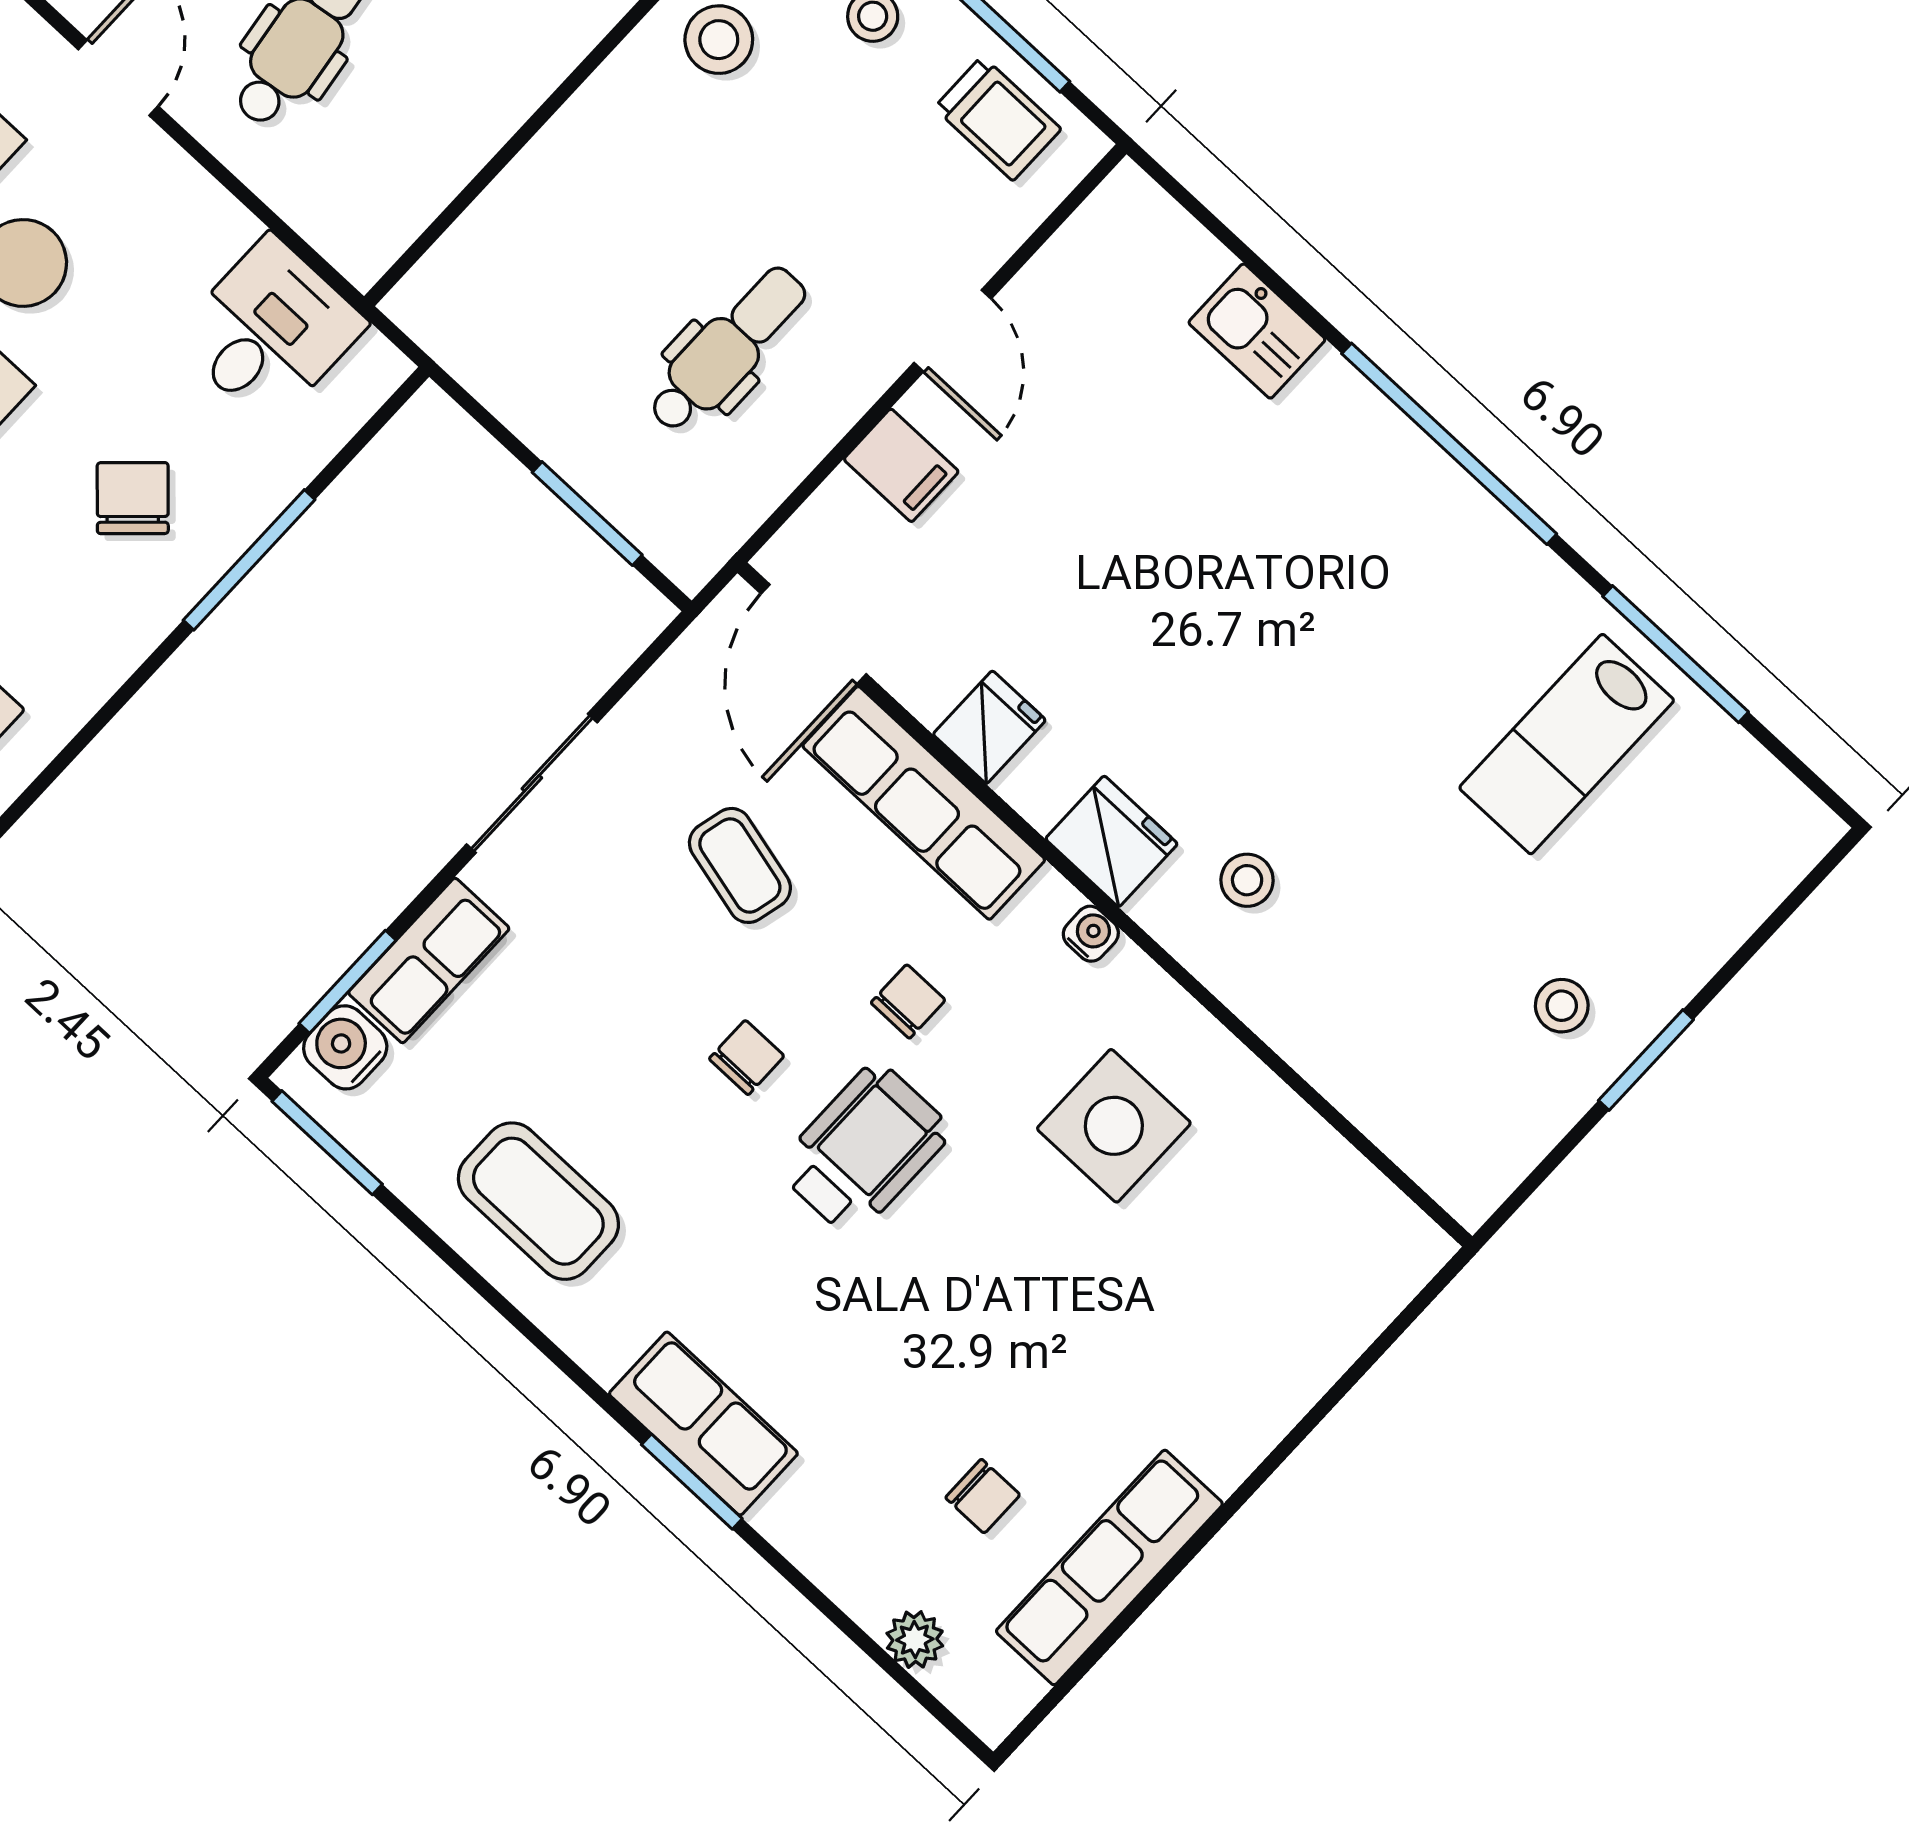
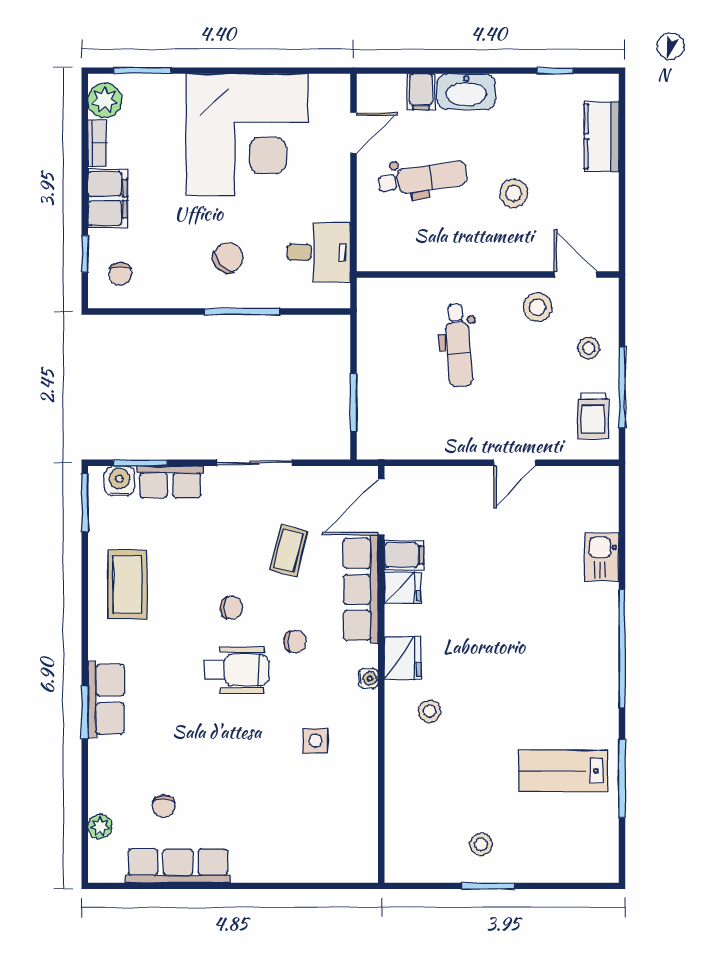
dental chair: (727, 349) -> (458, 345), moved, turned 85
filing cabinet: (901, 465) -> (404, 555), moved, turned -90
side table: (1114, 1126) -> (316, 741), width x0.54, depth x0.54

